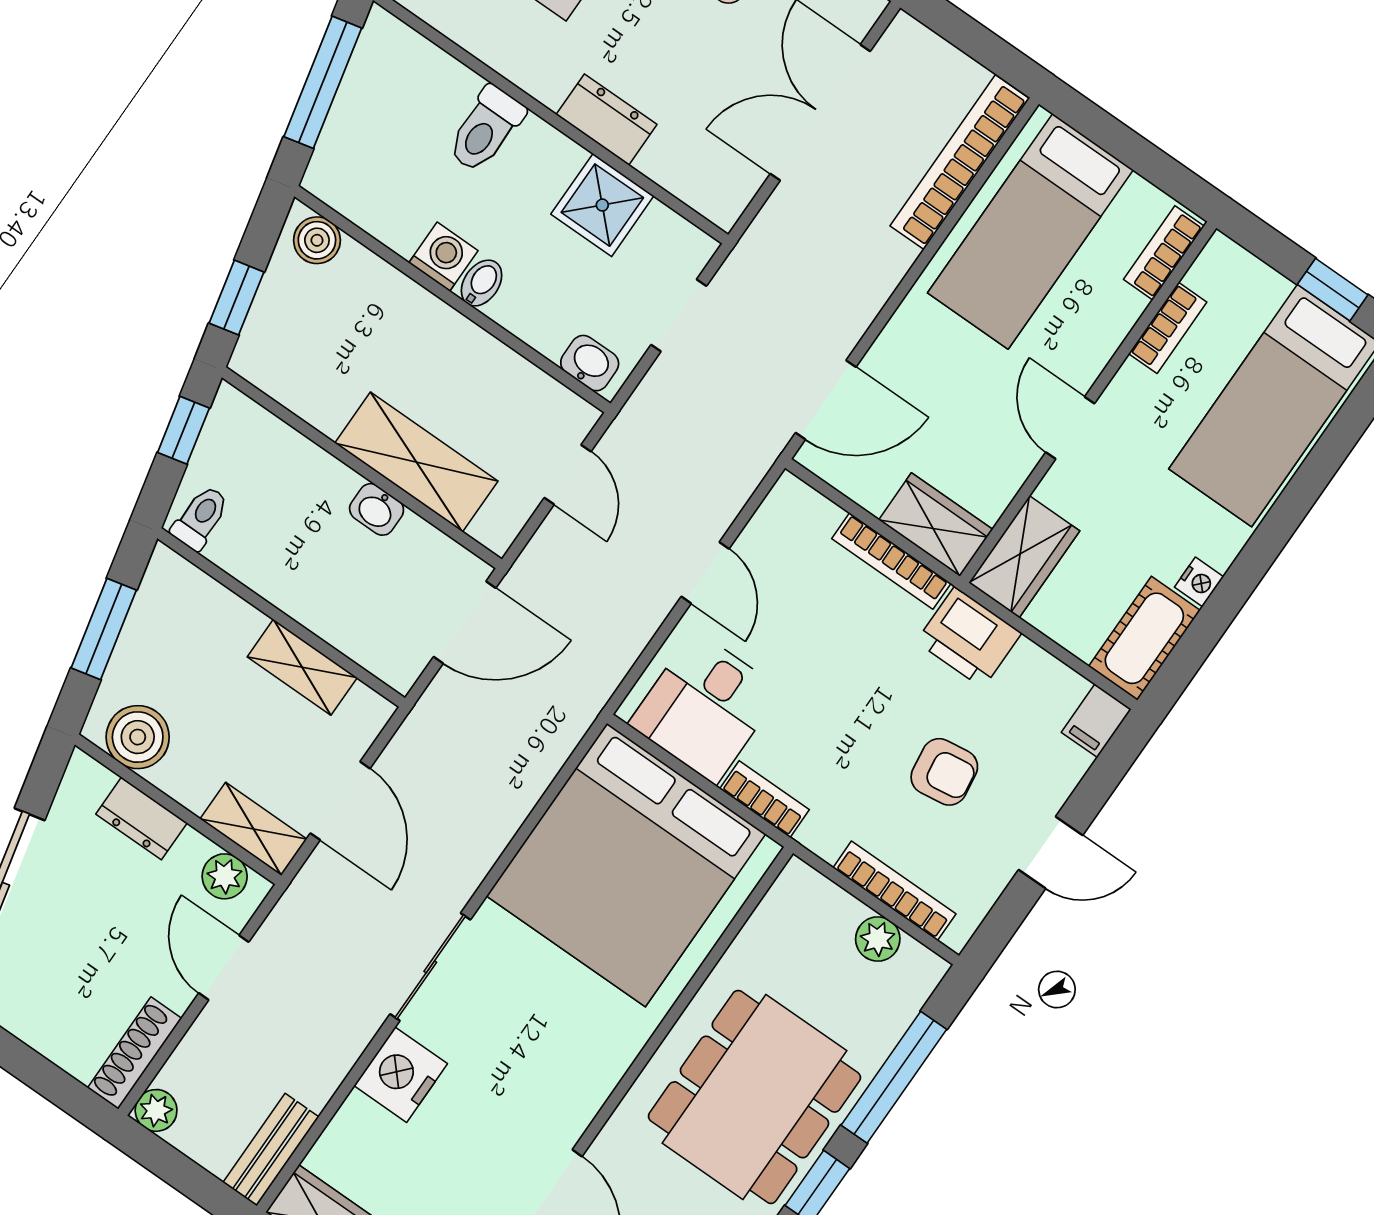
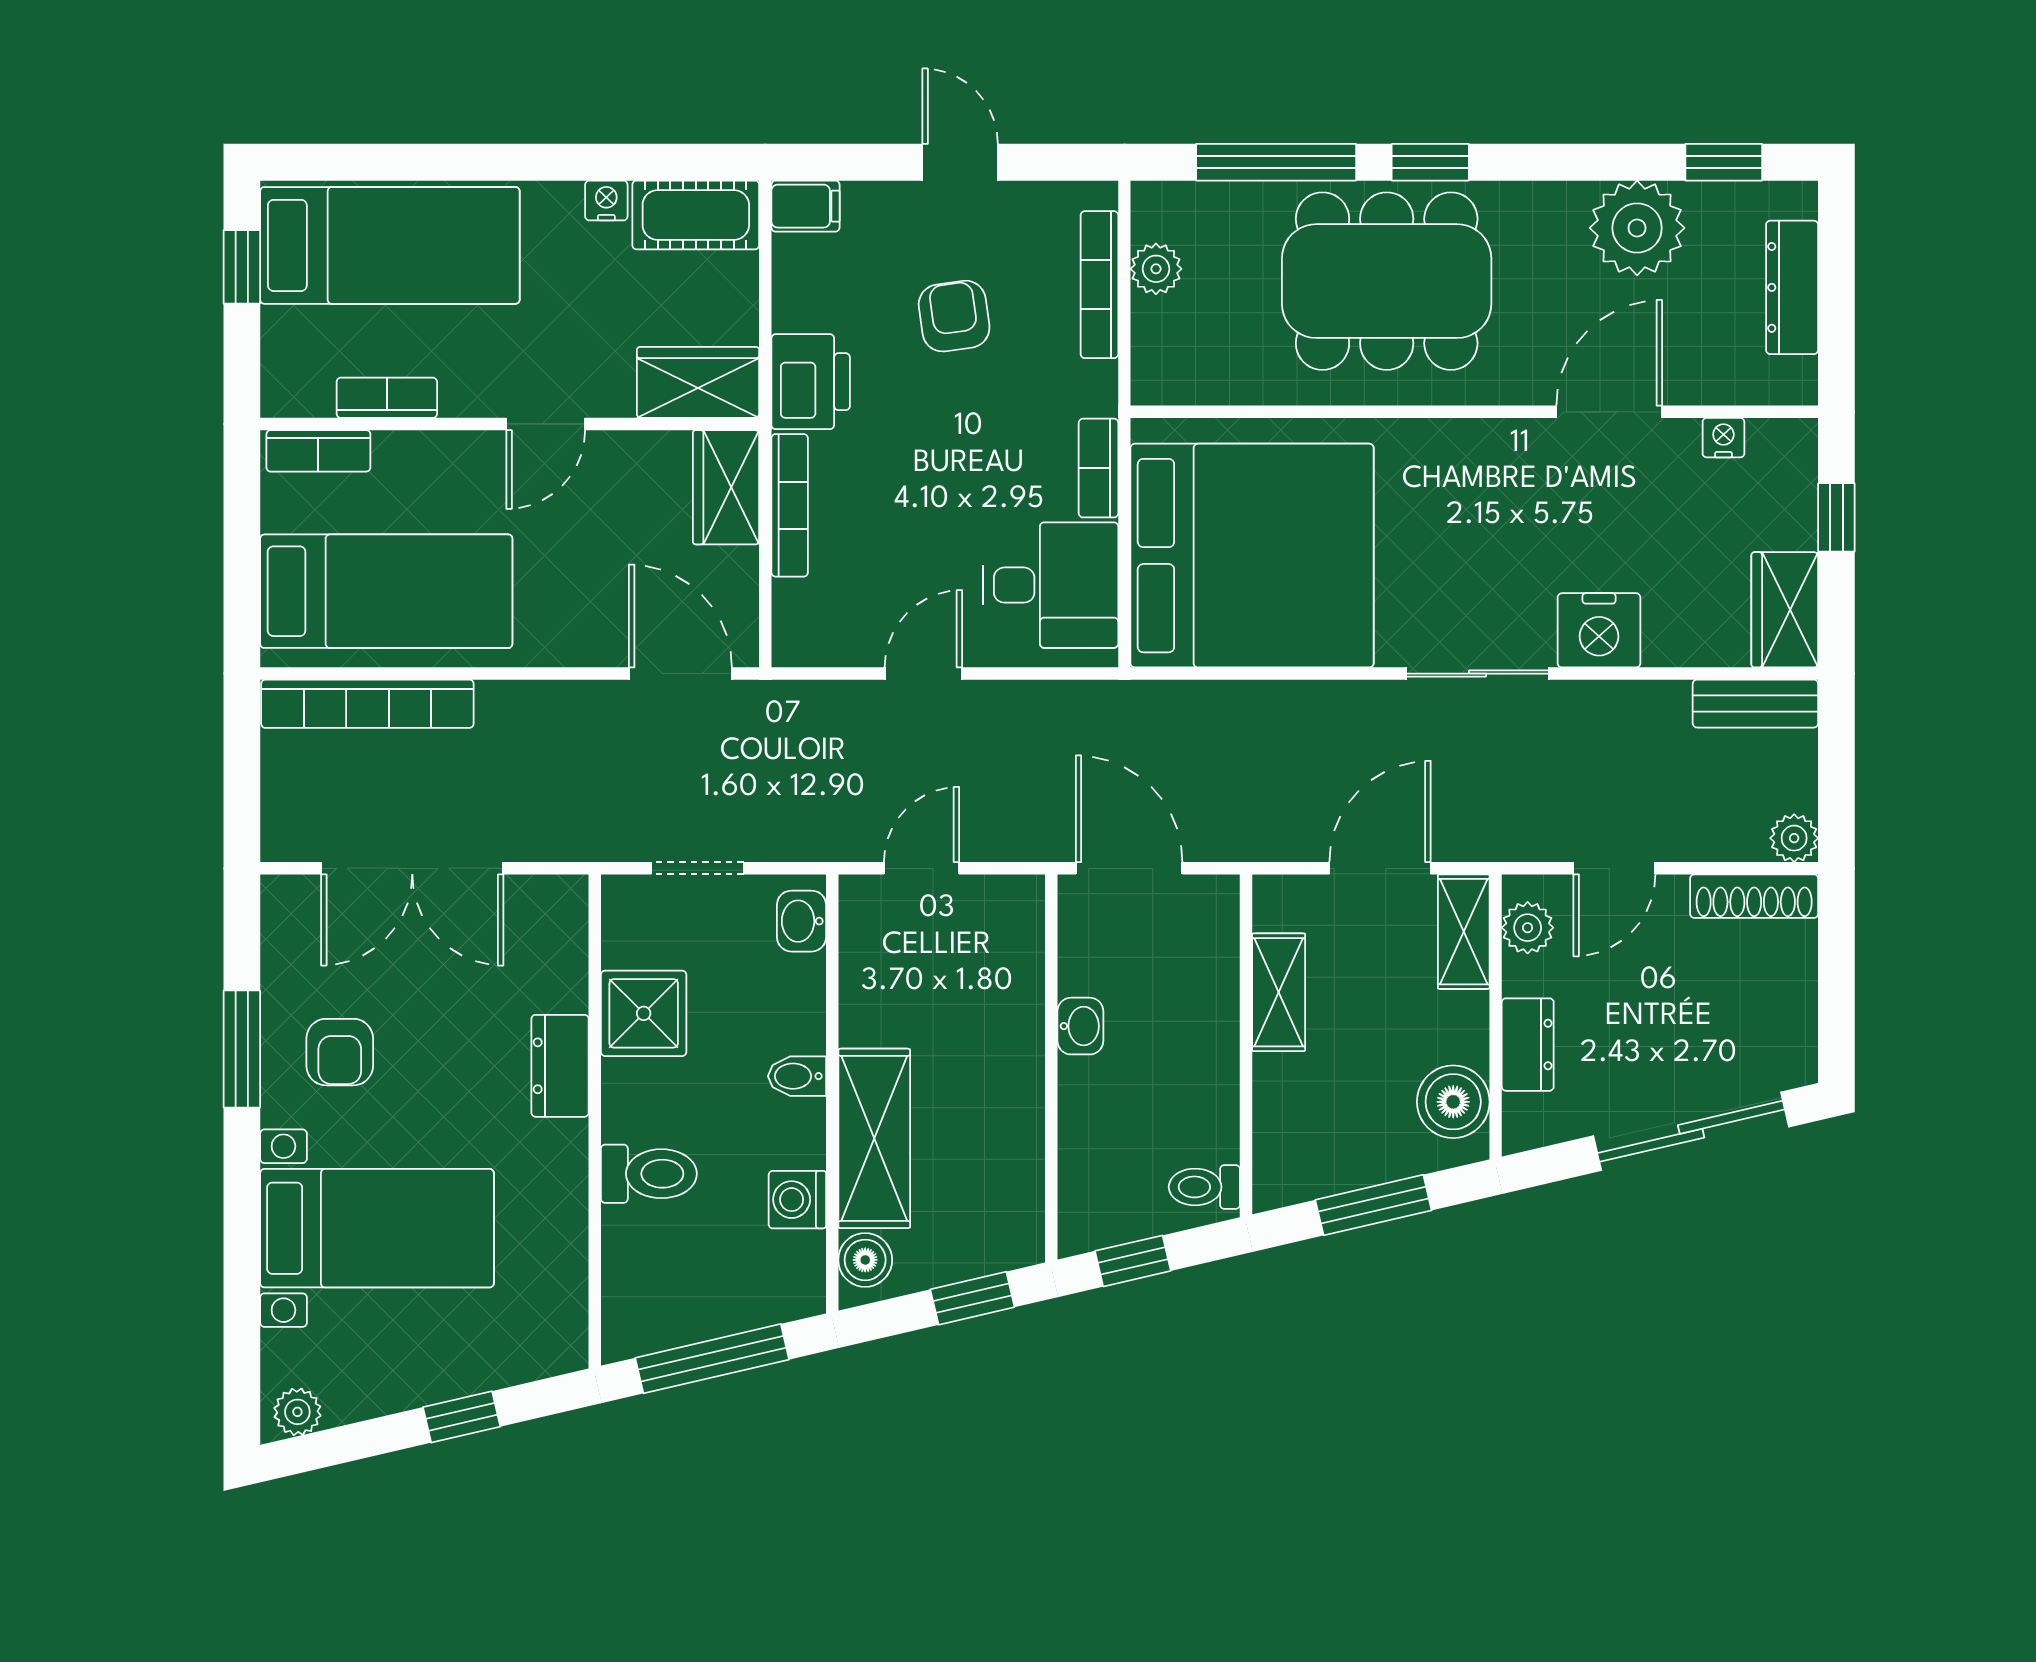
washing machine: (443, 257) -> (797, 1200), moved
shelving: (416, 462) -> (874, 1138), moved

